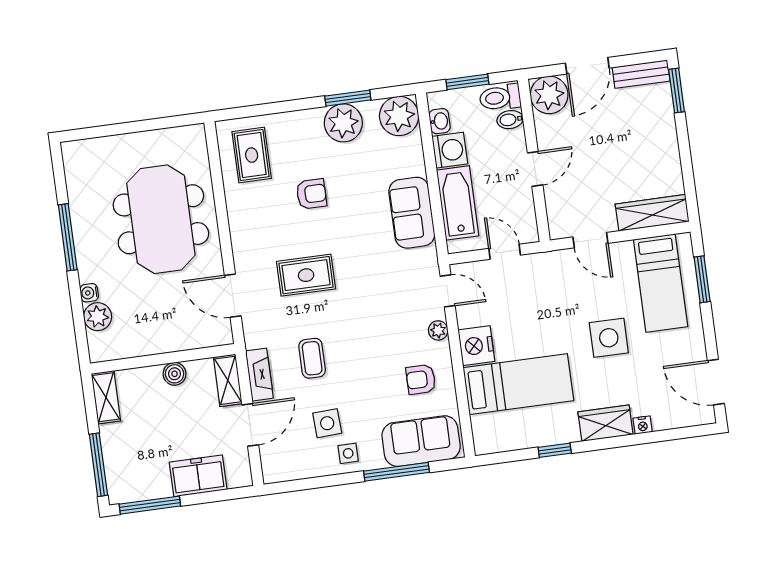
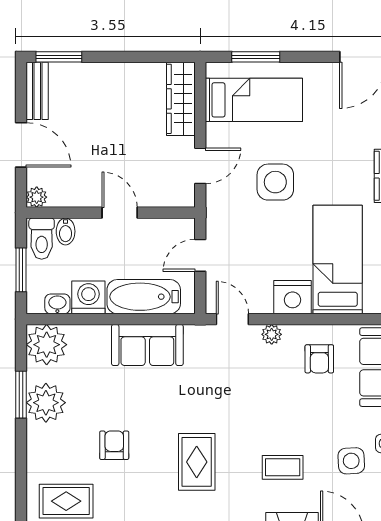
plant: (549, 95) -> (37, 197), width x0.53, depth x0.53
door: (448, 291) -> (232, 319), hinge flipped
side table: (609, 338) -> (275, 182), moved

